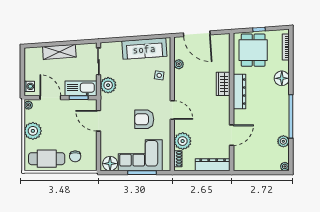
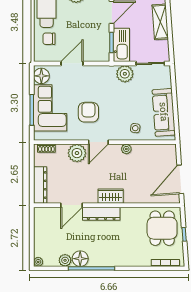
door: (197, 34) -> (180, 179), moved
dining table: (253, 50) -> (162, 228), turned 90
plant: (179, 64) -> (126, 149), moved
floor lamp: (282, 78) -> (80, 259), moved
wardrobe: (223, 84) -> (111, 196), moved
dresser: (239, 92) -> (101, 214), moved
door: (98, 121) -> (72, 63), moved
door: (232, 135) -> (72, 205), hinge flipped
plant: (183, 141) -> (77, 153), moved

